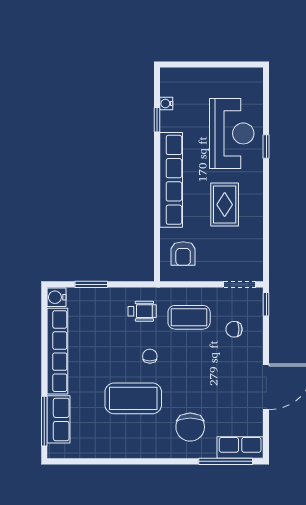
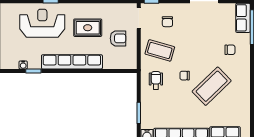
armchair: (183, 253) -> (118, 38), moved
coffee table: (189, 317) -> (160, 50), turned -74
coffee table: (133, 398) -> (212, 86), turned 46
chair: (190, 427) -> (230, 50), width x0.54, depth x0.54

